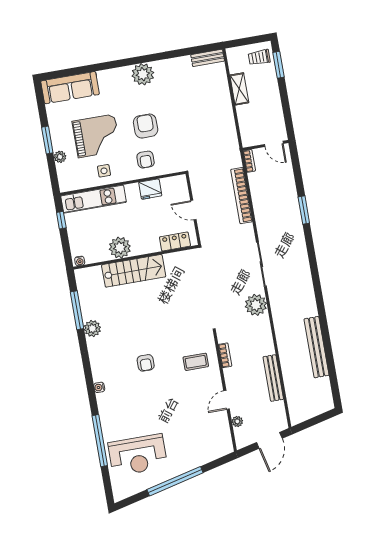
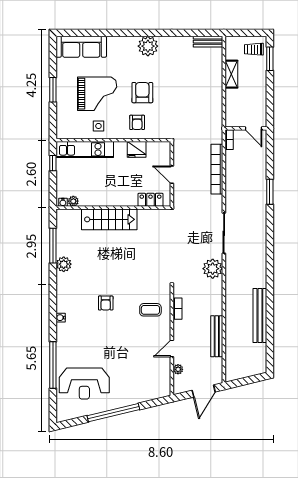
plant: (60, 157) -> (62, 107), removed
plant: (120, 248) -> (73, 201), moved, width x0.53, depth x0.53

